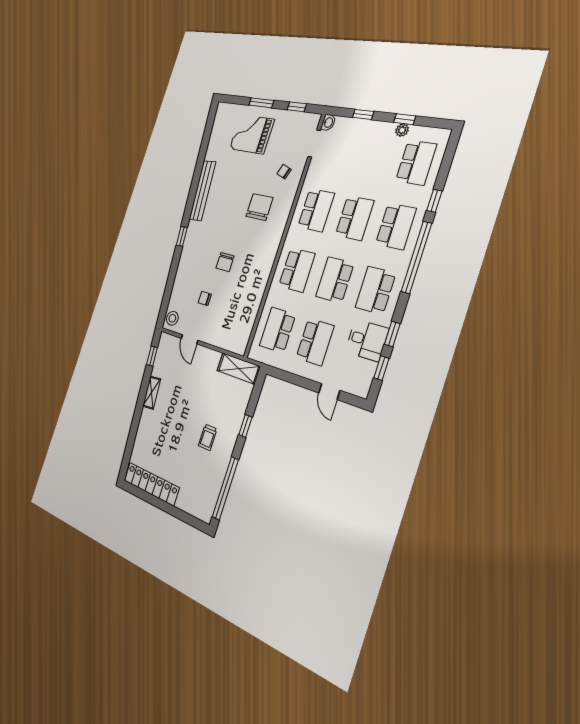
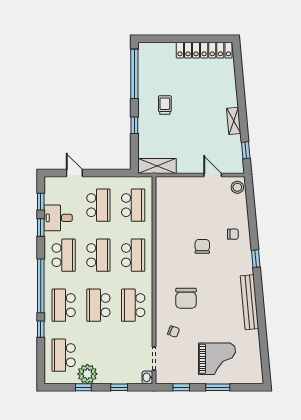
plant: (402, 130) -> (87, 374), width x1.87, depth x1.87
school desk: (297, 270) -> (133, 255), turned 180
chair: (205, 299) -> (233, 234), moved
school desk: (315, 342) -> (98, 205), turned 180

